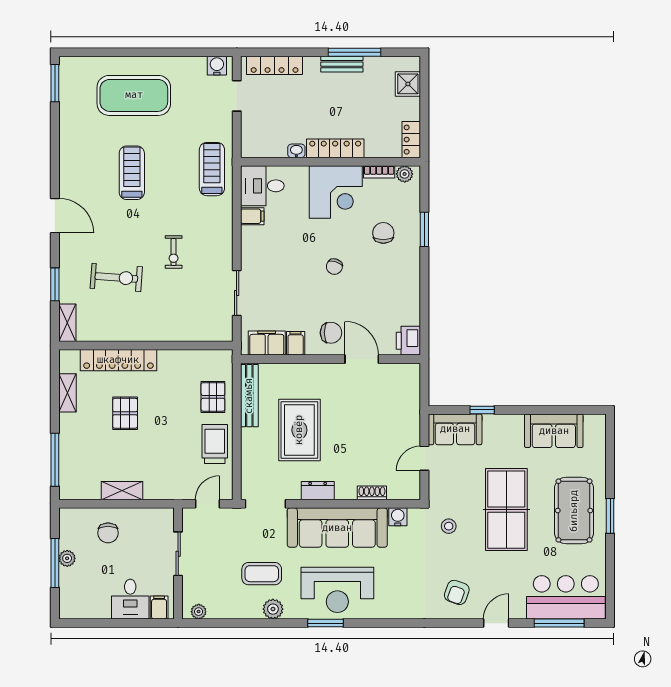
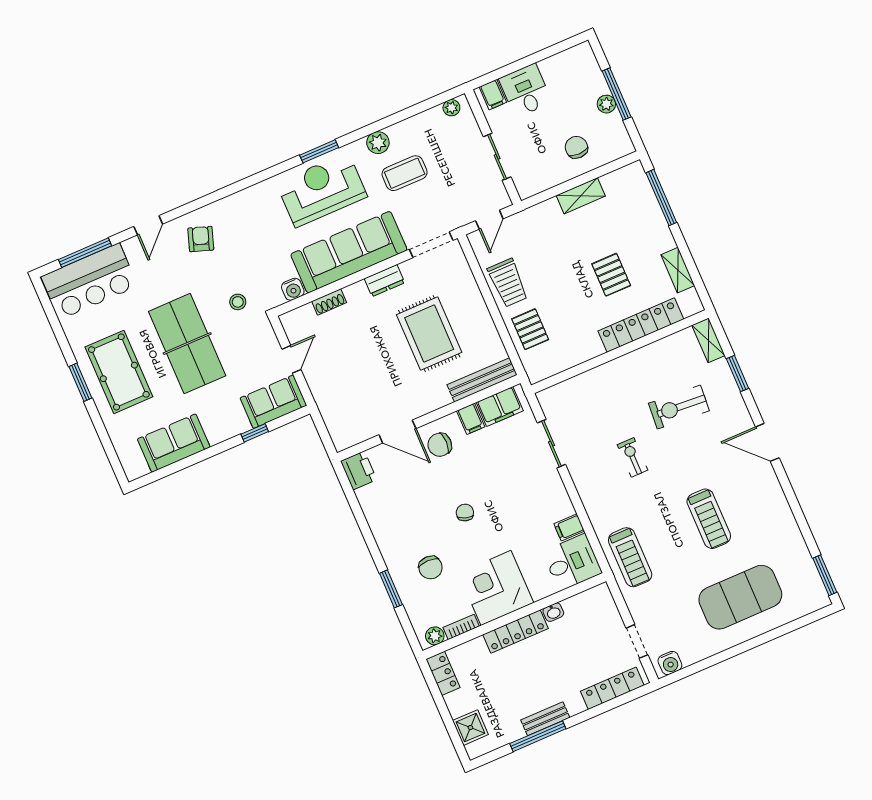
bench: (249, 396) -> (482, 380), moved, turned 90

